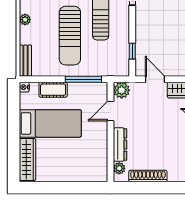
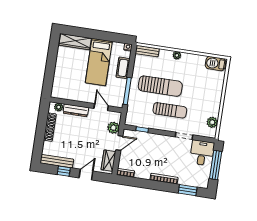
sun lounger: (70, 36) -> (160, 86), turned 180
plant: (122, 90) -> (113, 128), moved

